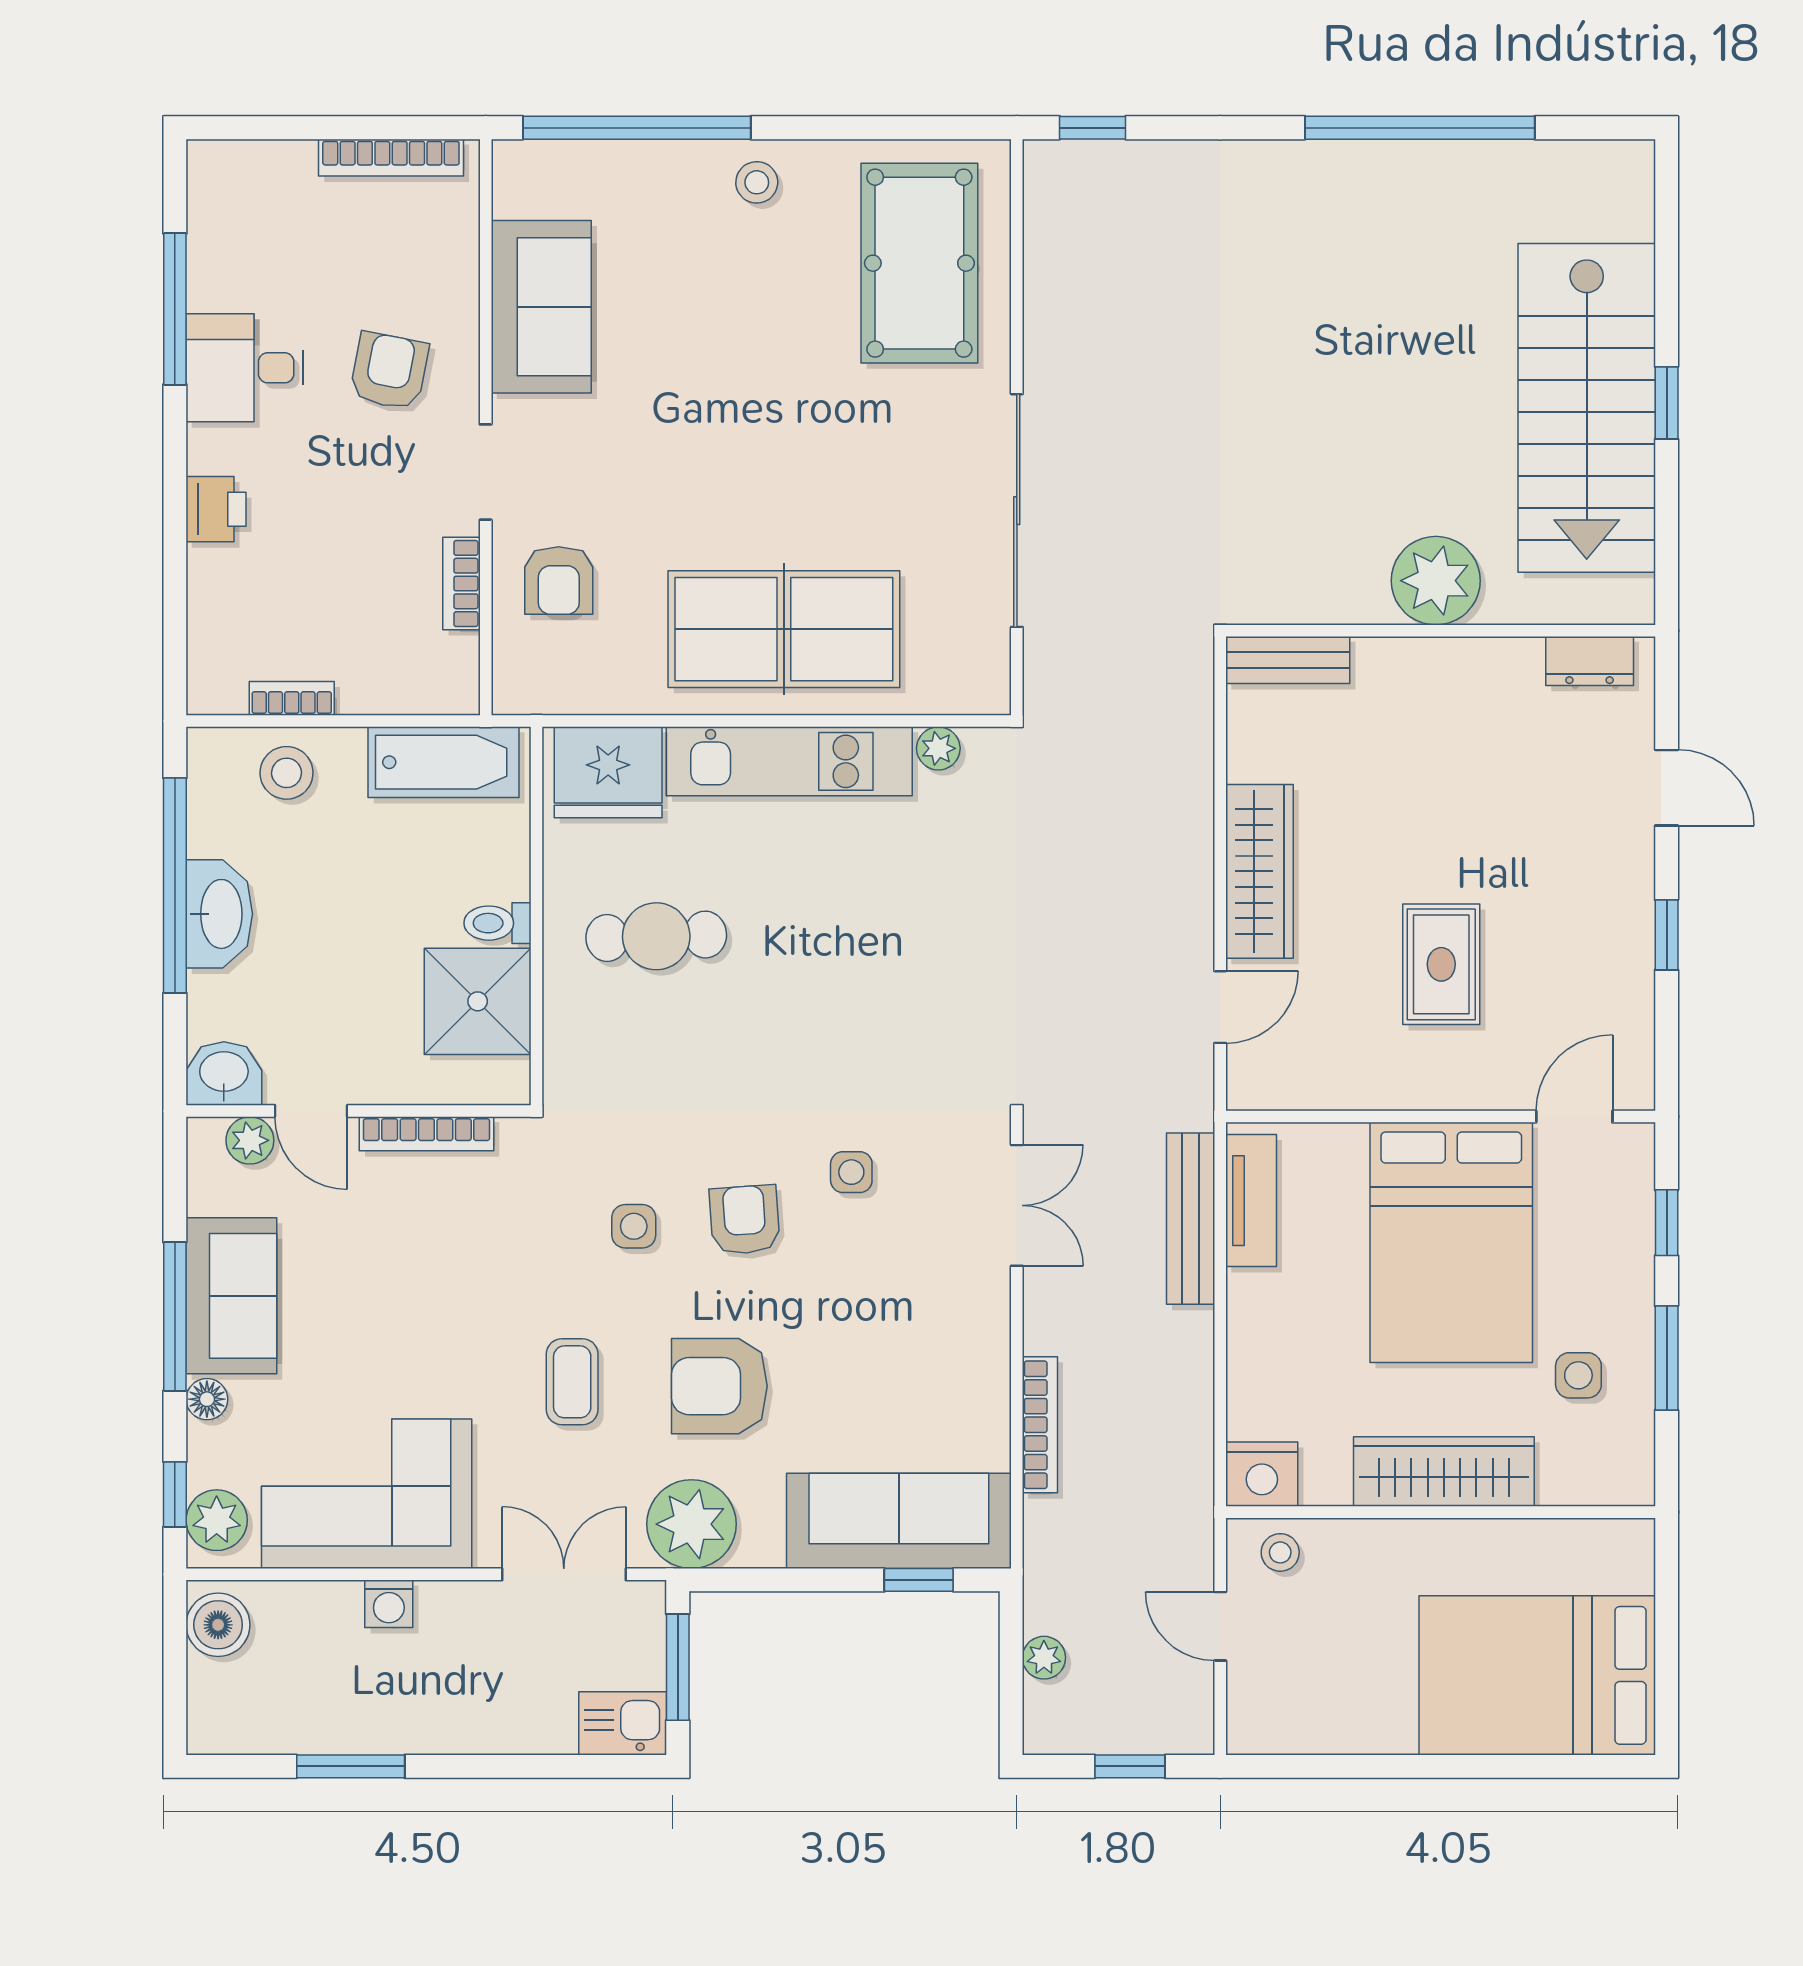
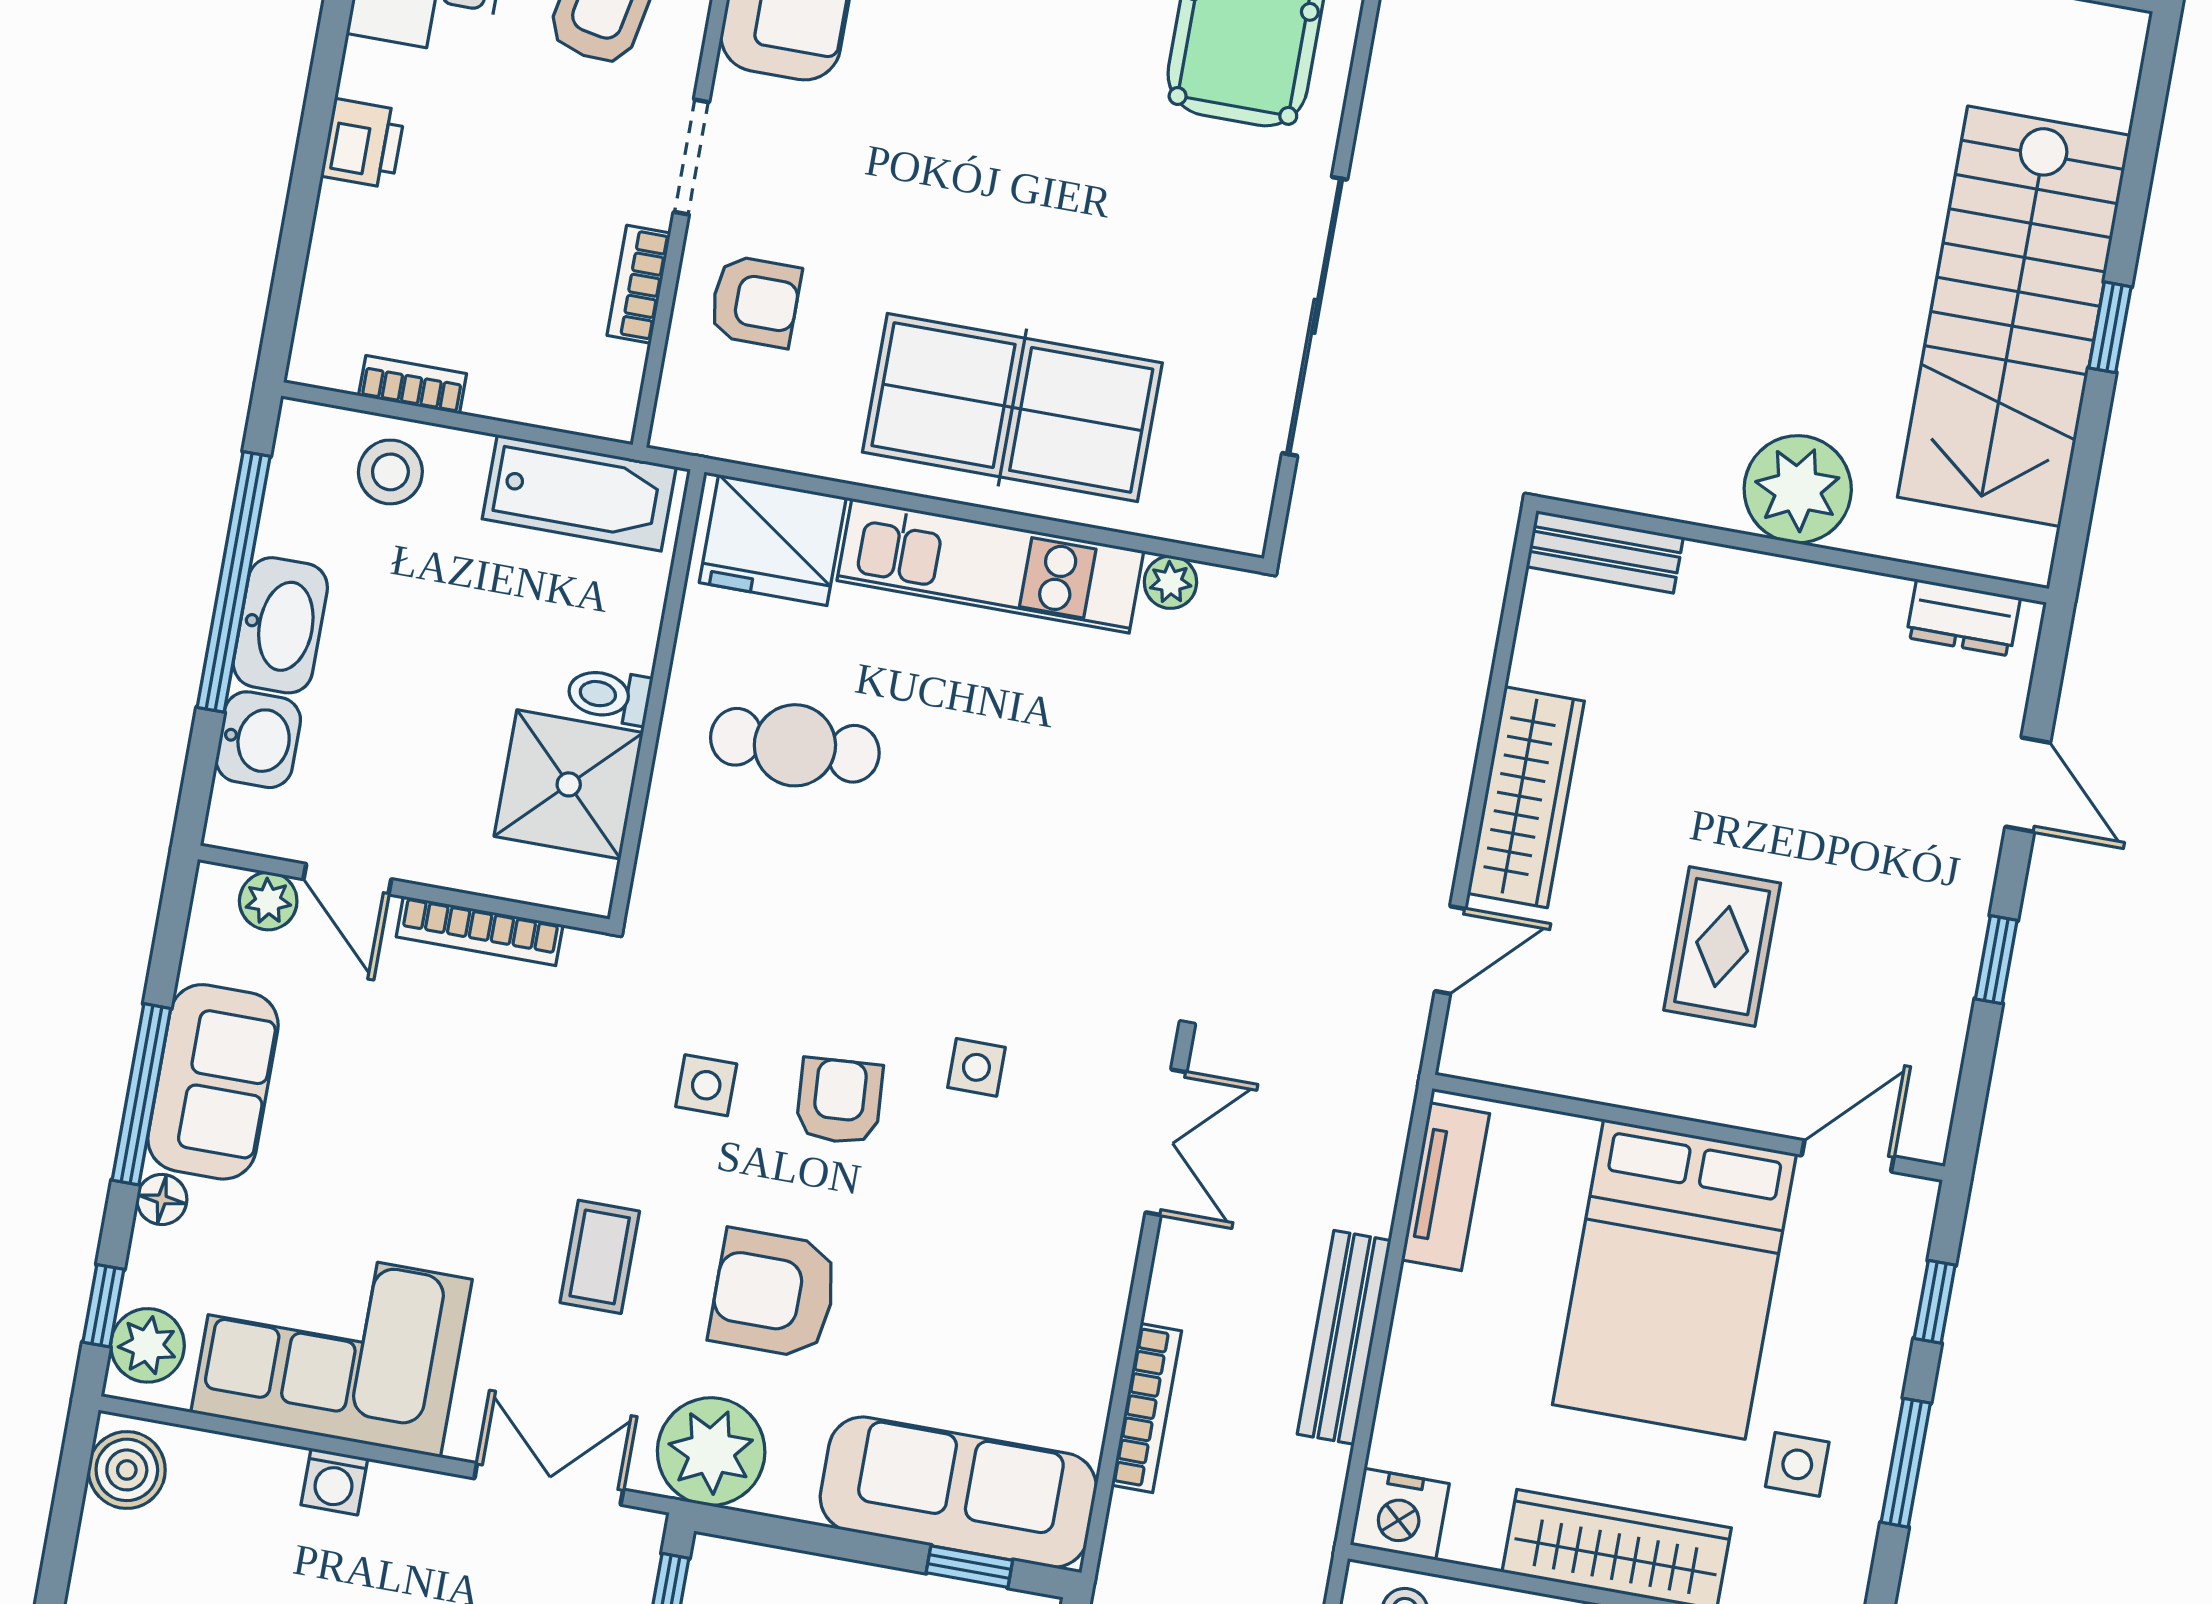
armchair: (559, 581) -> (755, 302), turned -90
washbasin: (224, 1073) -> (258, 740), moved, turned 90
bench: (1191, 1219) -> (1344, 1337), moved

